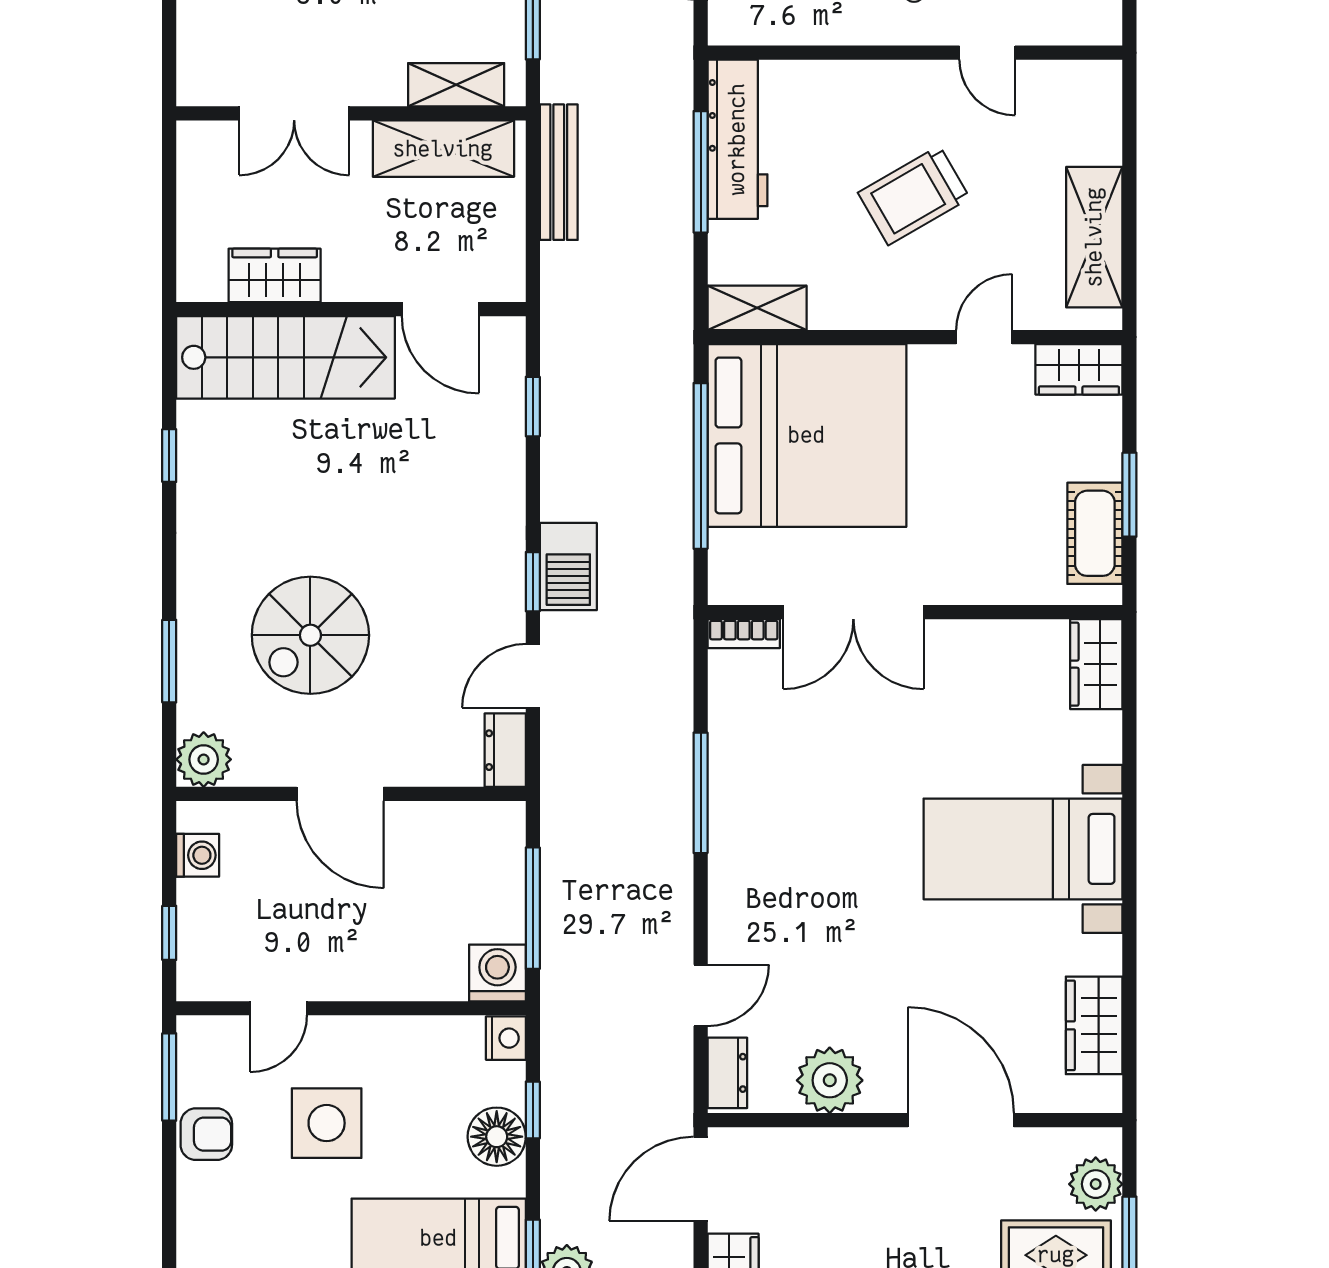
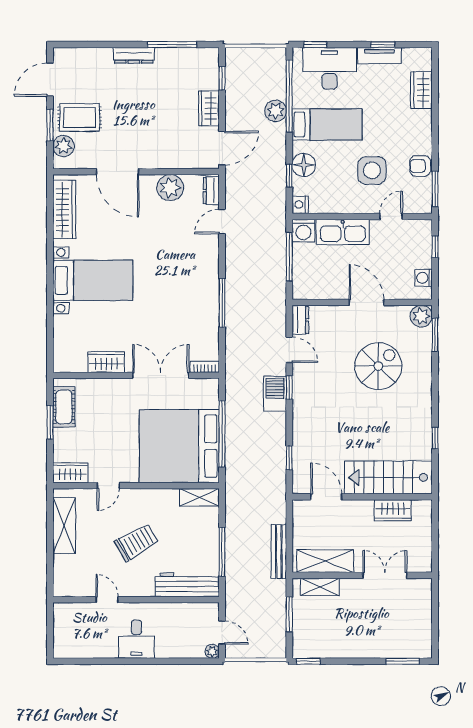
workbench: (737, 139) -> (187, 585), moved, turned 90
window: (169, 661) -> (435, 335), moved
wardrobe: (1096, 664) -> (106, 362), moved, turned -90
door: (533, 676) -> (289, 350), hinge flipped
kitchen sink: (399, 970) -> (343, 232), added
wardrobe: (1094, 1025) -> (64, 210), width x1.50

